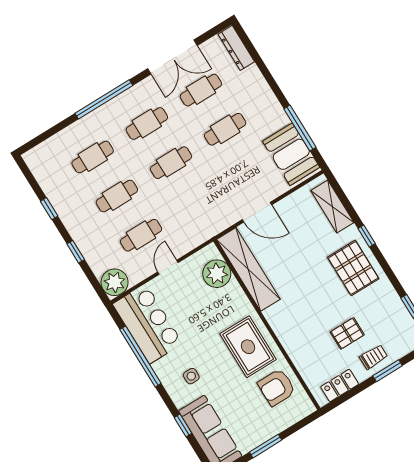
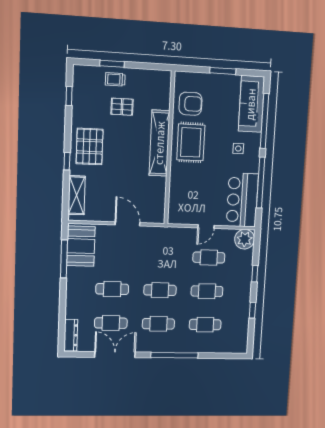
shelving: (248, 269) -> (160, 143), moved
plant: (217, 274) -> (179, 202), removed
locker: (340, 385) -> (150, 76), removed
window: (183, 425) -> (264, 121), width x3.17

